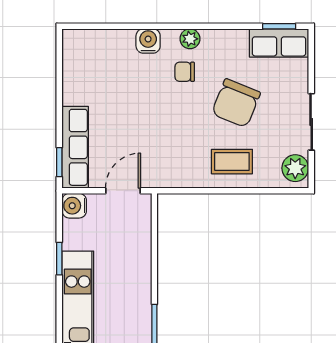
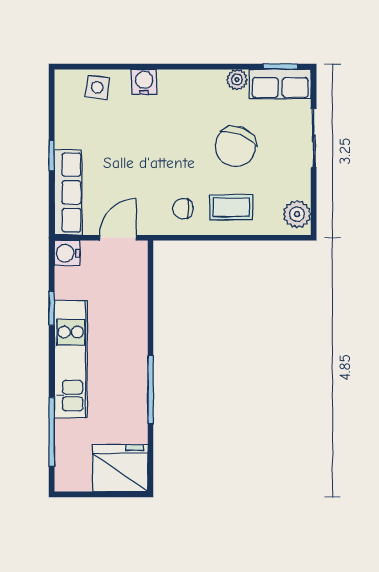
plant: (190, 39) -> (237, 80), moved
side table: (103, 46) -> (97, 87), added
chair: (185, 72) -> (183, 209), moved
sliding door: (311, 122) -> (314, 138), moved
window: (59, 162) -> (52, 155), moved

